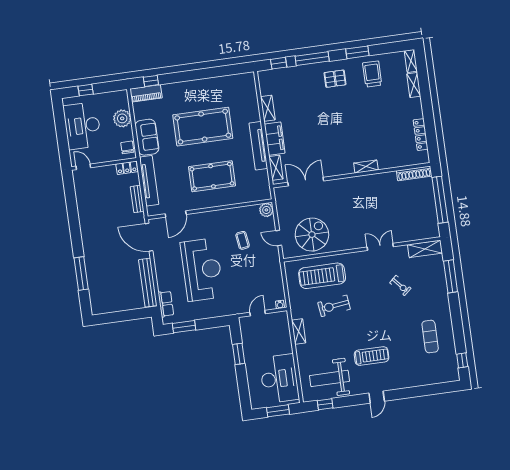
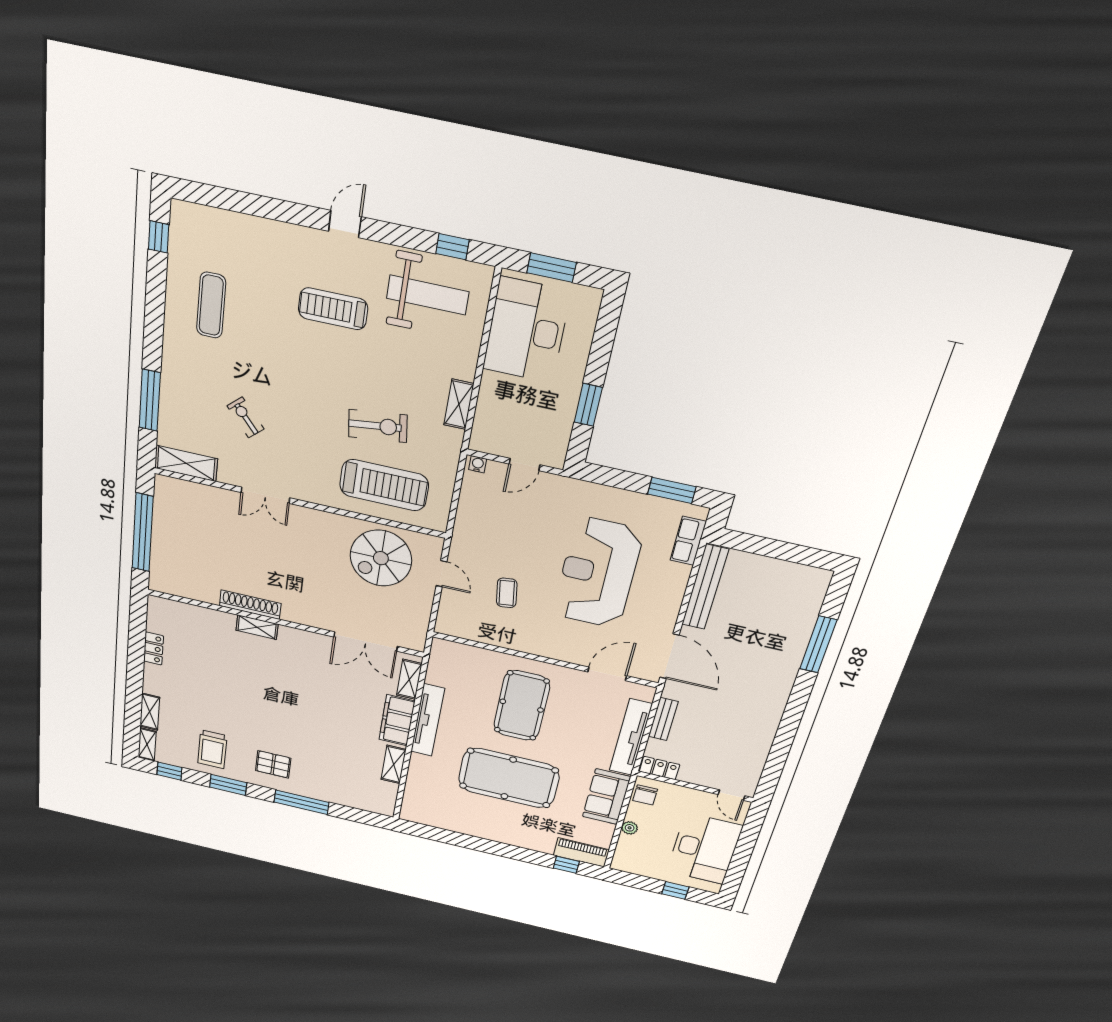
window: (279, 63) -> (169, 771), moved
plant: (122, 118) -> (630, 828), width x0.53, depth x0.53
locker: (421, 135) -> (154, 649), width x0.66
shoe rack: (414, 173) -> (250, 605), moved
pool table: (212, 176) -> (522, 706), turned 90
plant: (266, 210) -> (448, 624), removed

